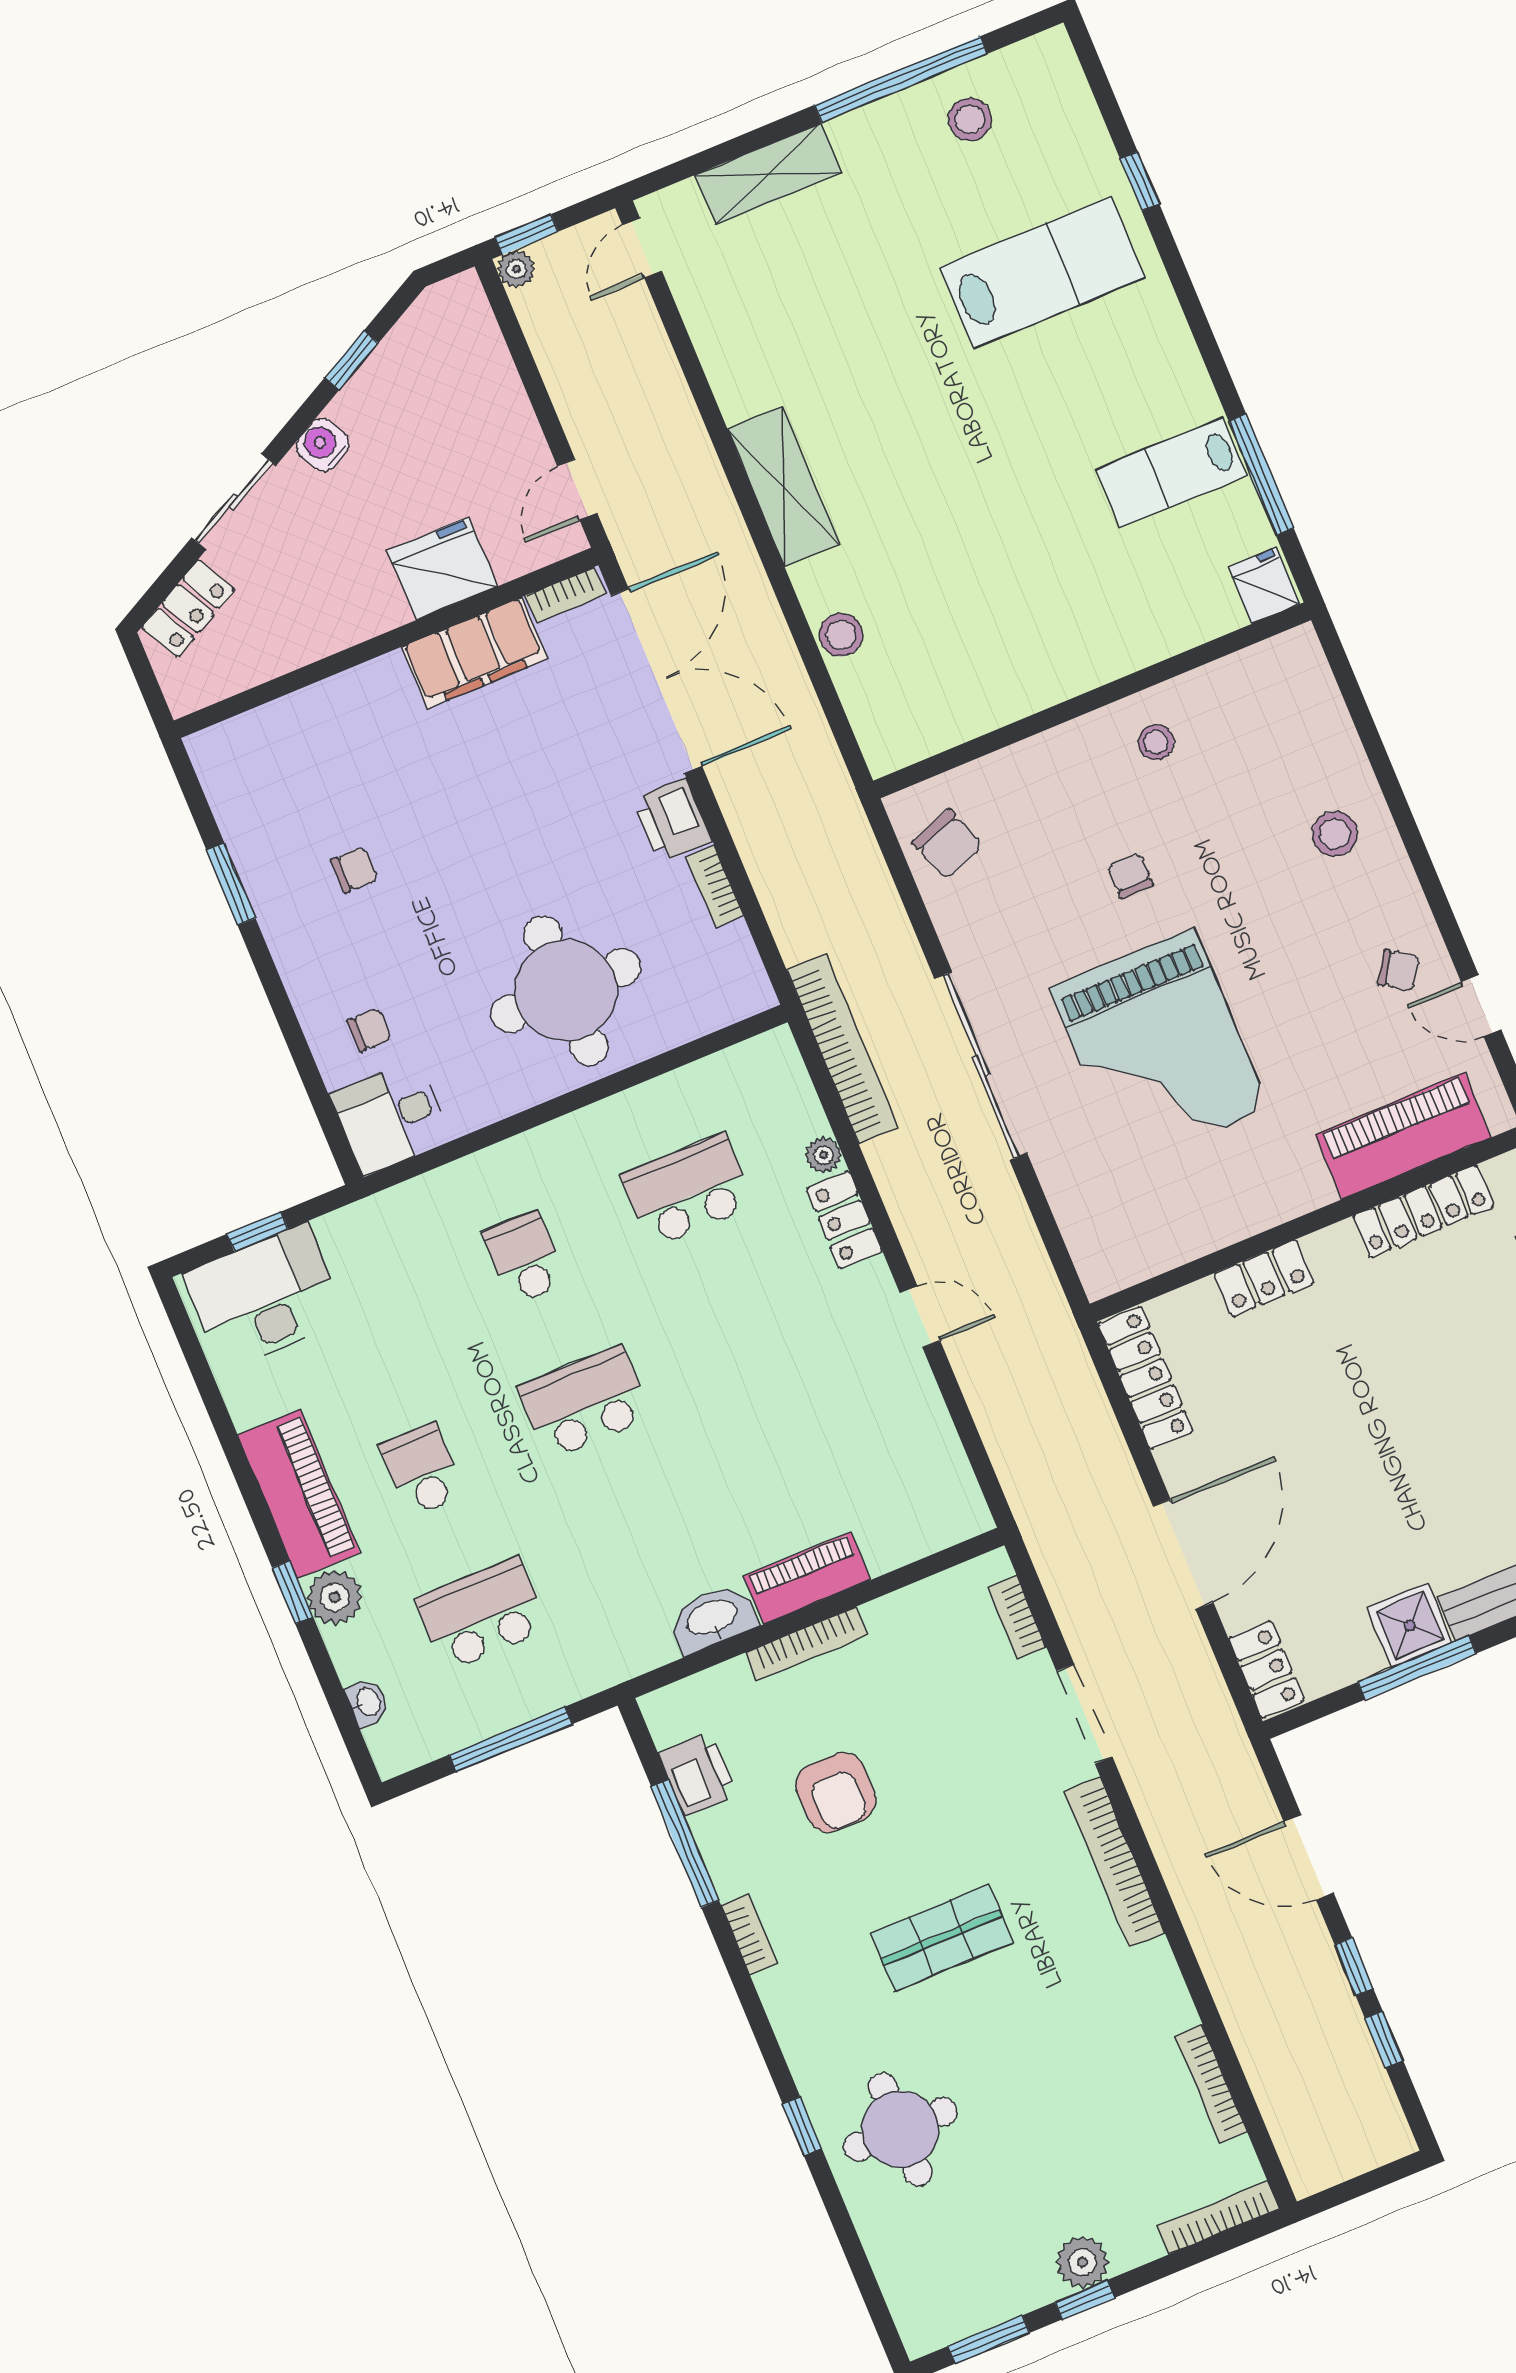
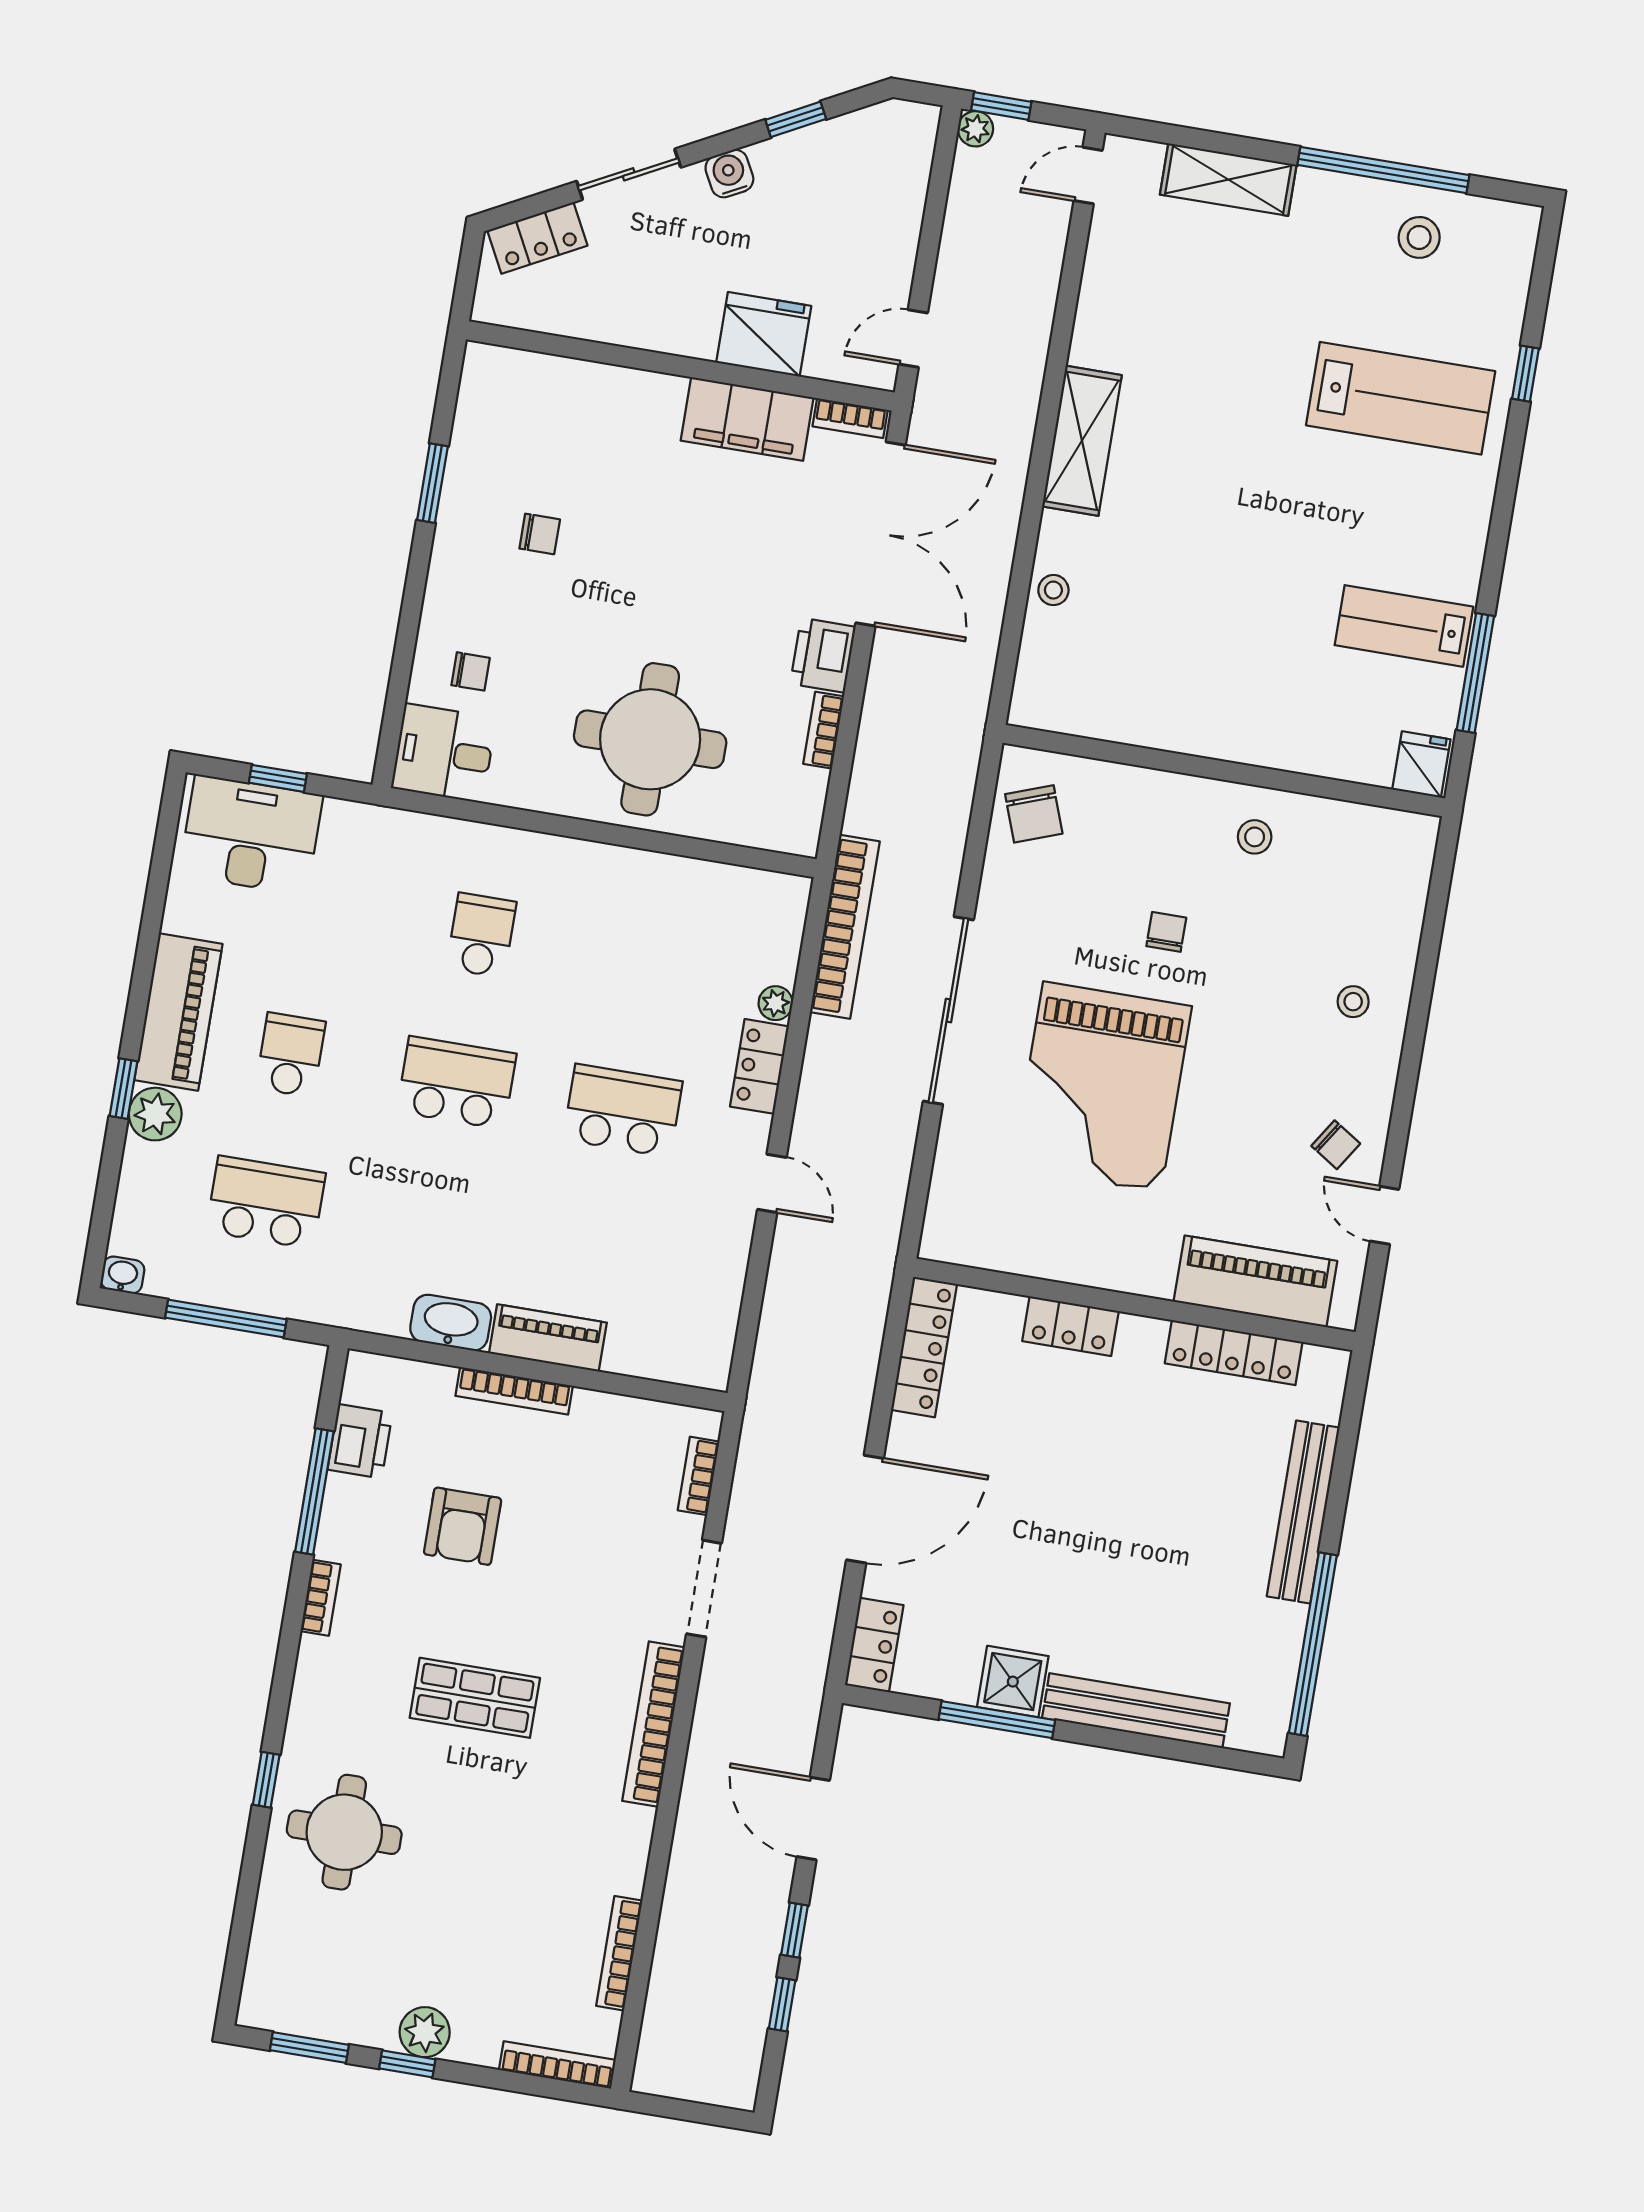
stool: (841, 635) -> (1053, 590), width x0.73, depth x0.73
stool: (1335, 834) -> (1353, 1002), width x0.73, depth x0.73
school desk: (688, 1191) -> (623, 1110), moved
washbasin: (368, 1702) -> (123, 1275), moved, turned -90

